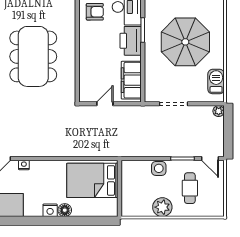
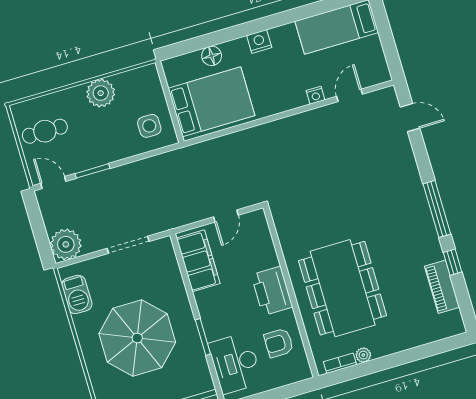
printer: (131, 41) -> (272, 291), moved, turned 180
dining table: (33, 56) -> (343, 288), moved
plant: (219, 111) -> (66, 244), width x1.88, depth x1.88
side table: (159, 168) -> (149, 126), moved
cafe table: (190, 188) -> (45, 131), moved, turned 90
floor lamp: (65, 210) -> (212, 56), moved

